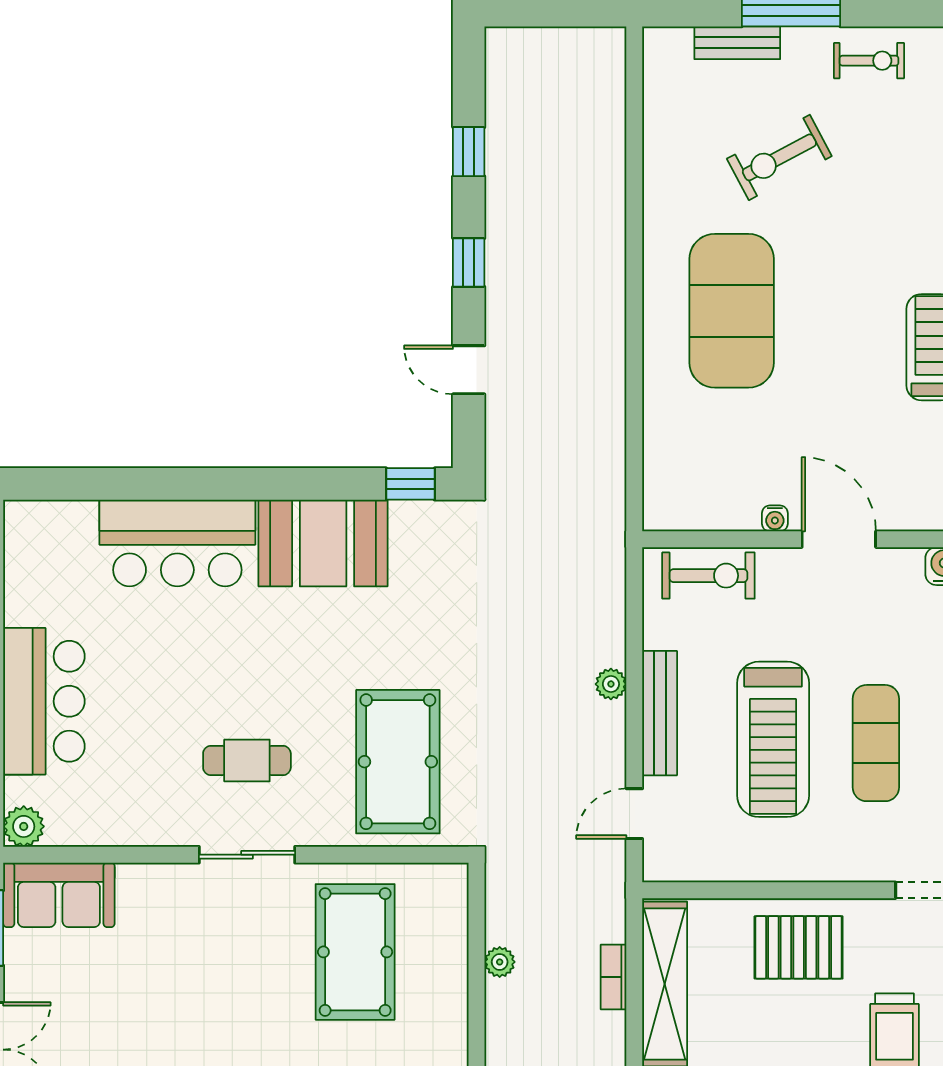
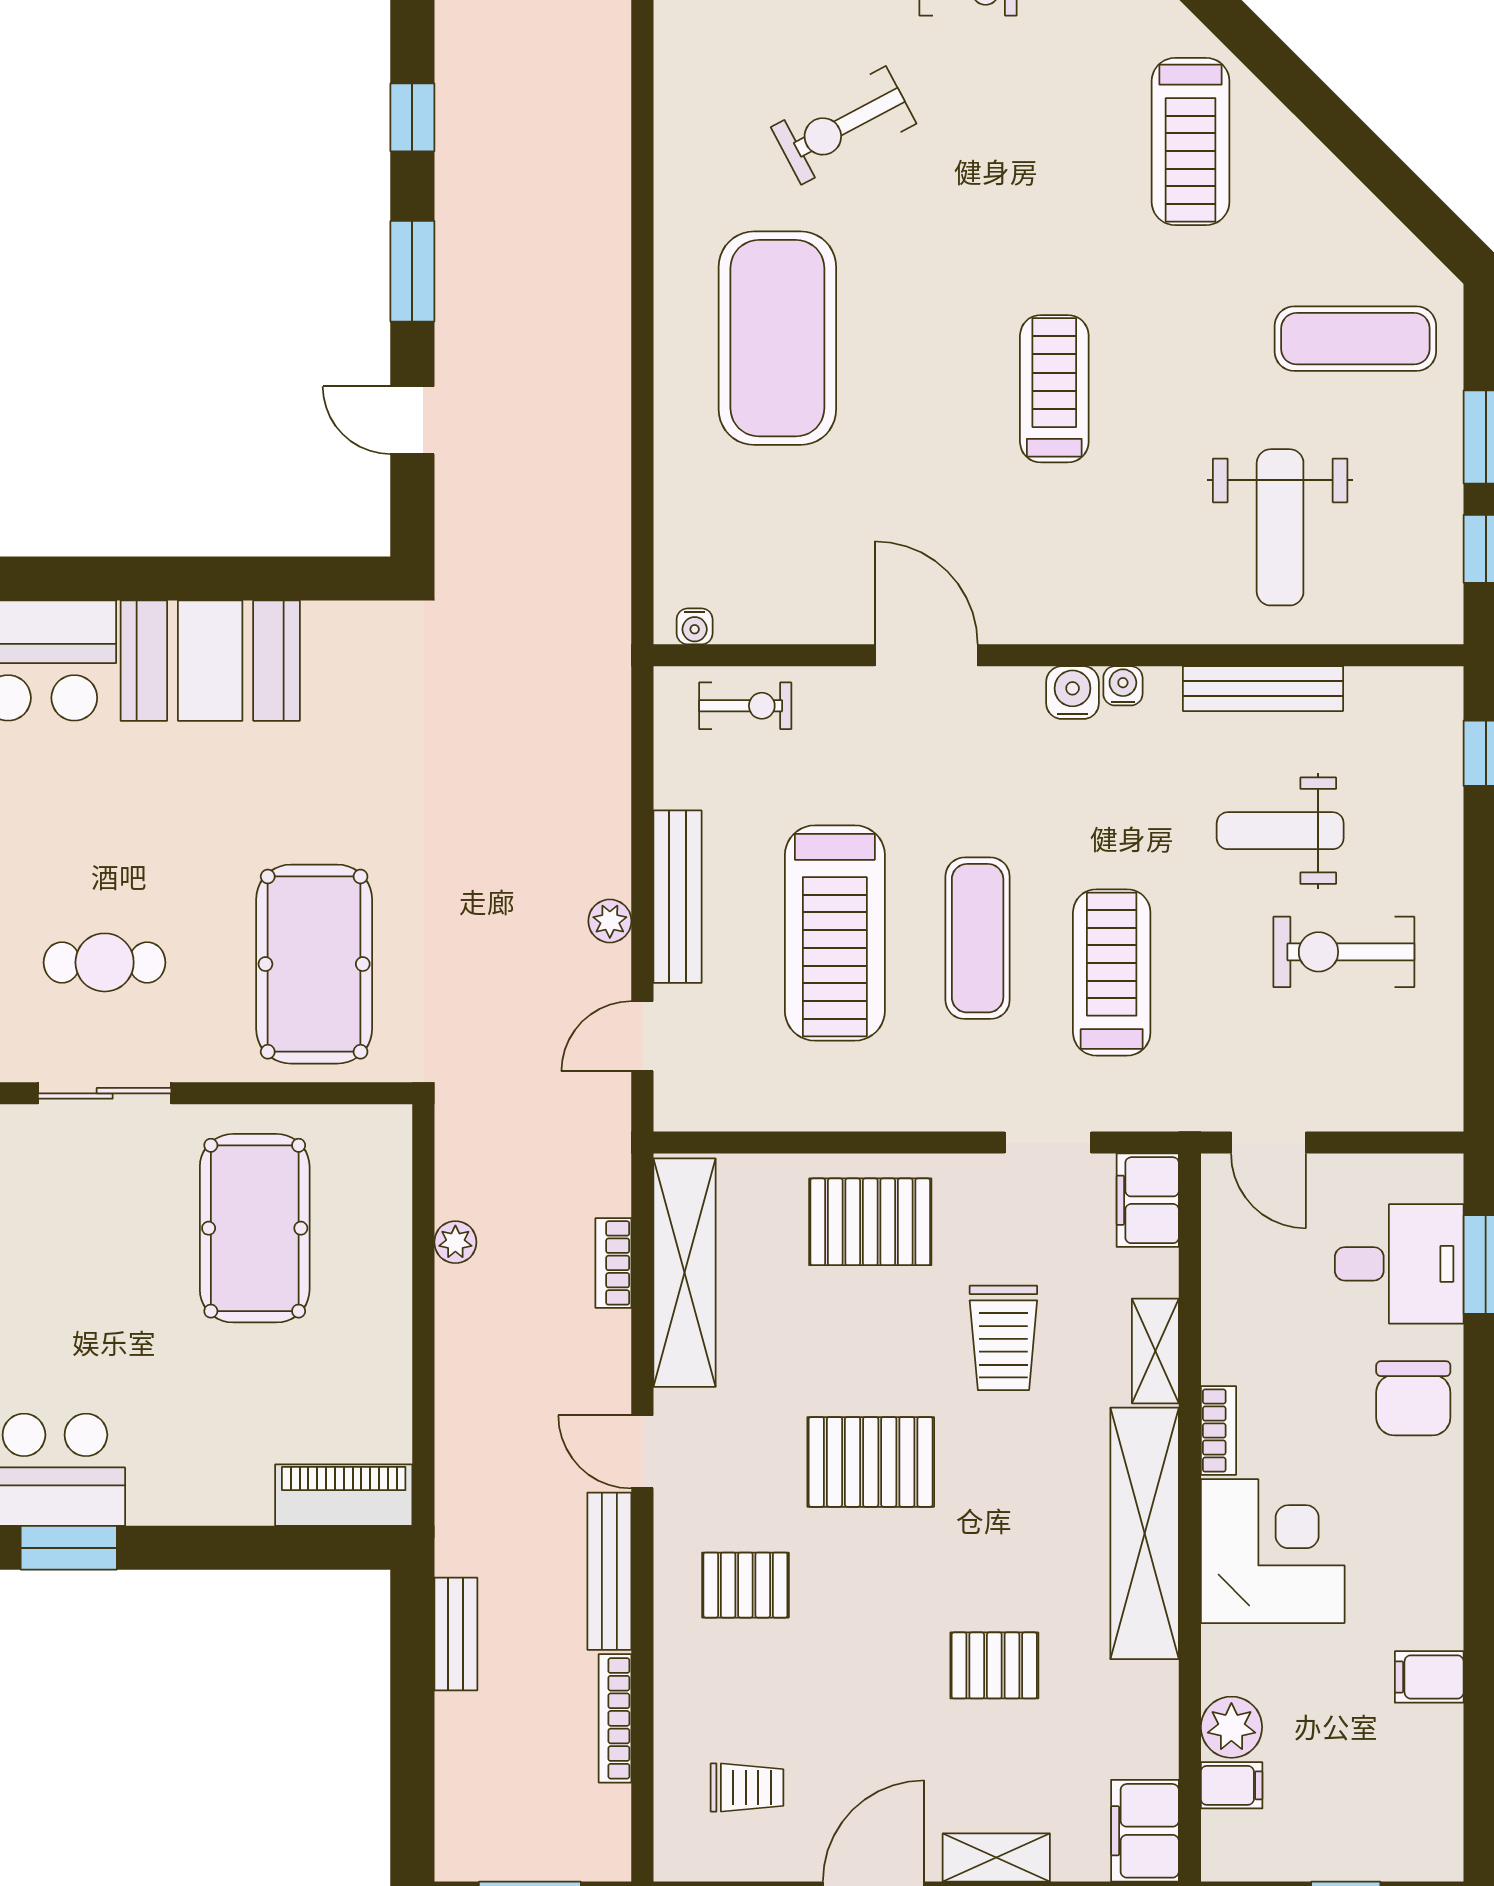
window: (469, 262) -> (412, 271), width x1.50
window: (410, 484) -> (332, 579), removed
water cooler: (775, 518) -> (695, 626), moved
exercise bike: (708, 576) -> (745, 706), width x0.73, depth x0.72
plant: (611, 684) -> (610, 921), moved

